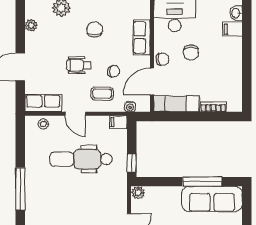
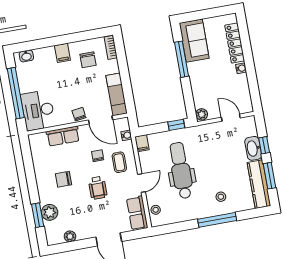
filing cabinet: (233, 29) -> (62, 53), moved
chair: (191, 53) -> (88, 60), moved, turned 90
bookcase: (213, 107) -> (111, 47), moved
dental chair: (81, 159) -> (181, 170), turned 180
stool: (45, 197) -> (221, 197), added
sofa: (212, 199) -> (194, 41), width x0.73

